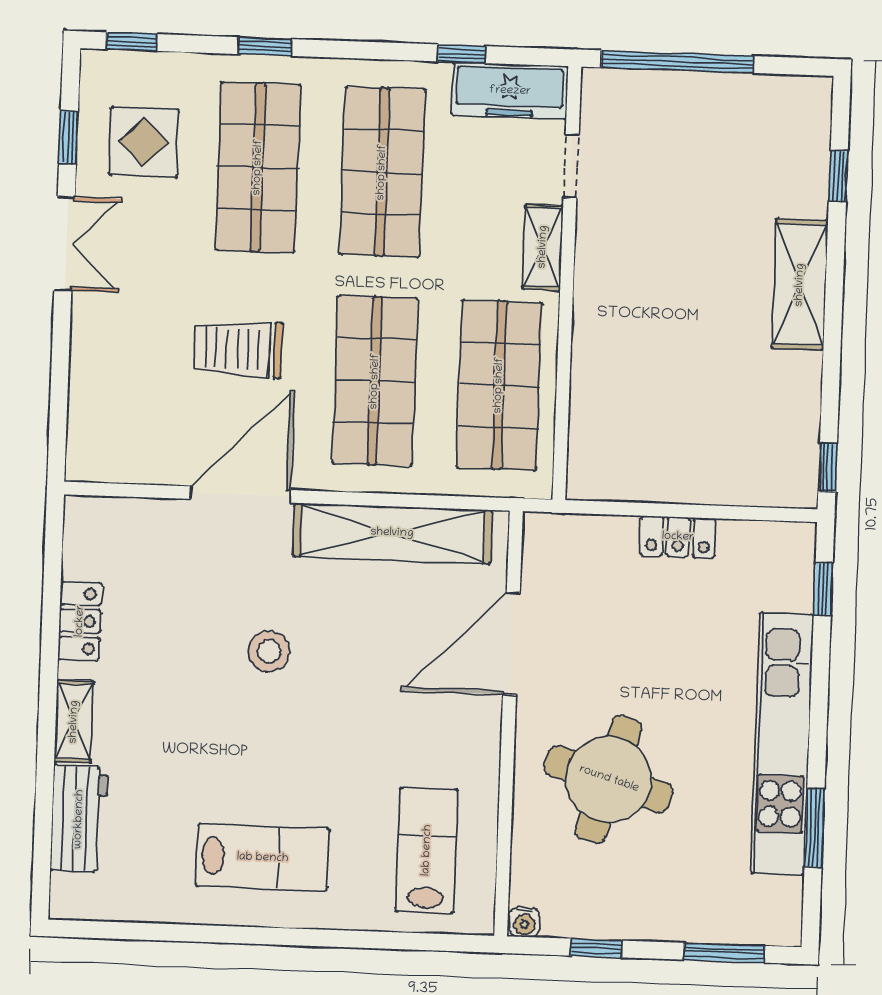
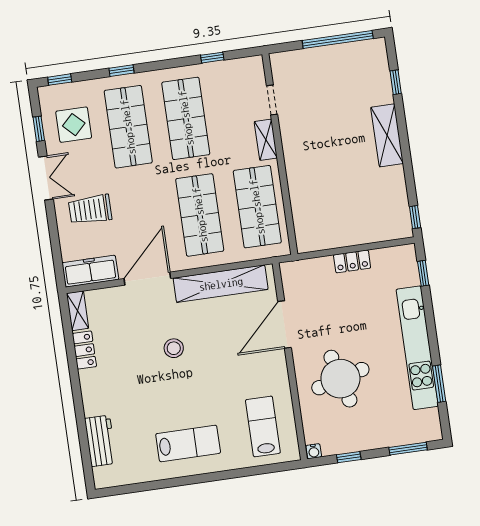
window: (677, 62) -> (338, 39), moved
freezer: (510, 91) -> (90, 271), moved, turned 180
trolley: (238, 349) -> (90, 209), moved
shelving: (74, 722) -> (78, 311), moved
round table: (609, 779) -> (340, 379), turned -32

